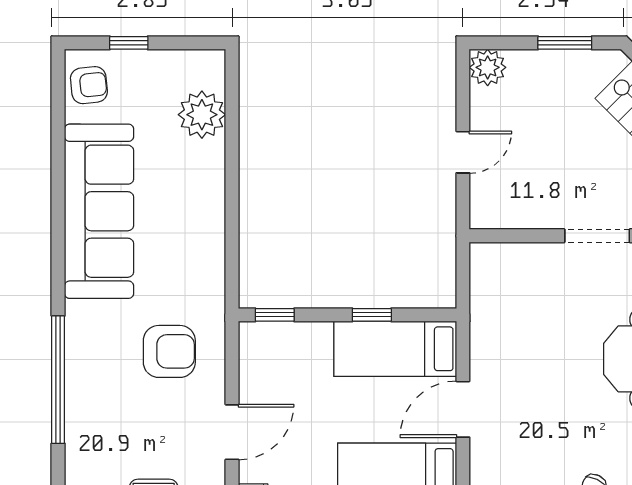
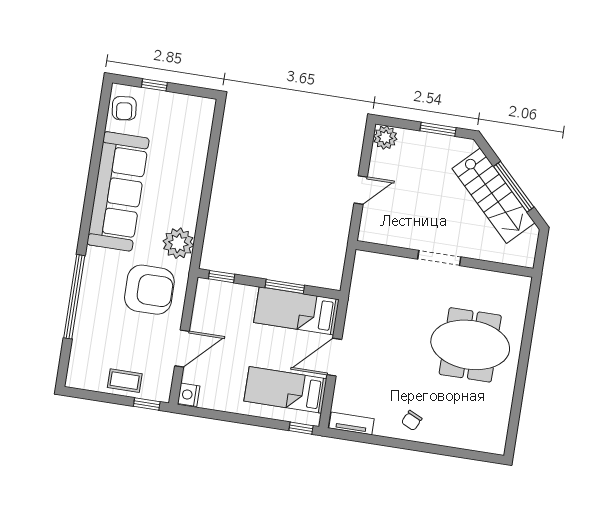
armchair: (89, 85) -> (124, 108), turned 89
plant: (202, 115) -> (178, 243), moved
window: (372, 315) -> (285, 286), width x1.50
armchair: (169, 351) -> (149, 290), width x1.36, depth x1.36

